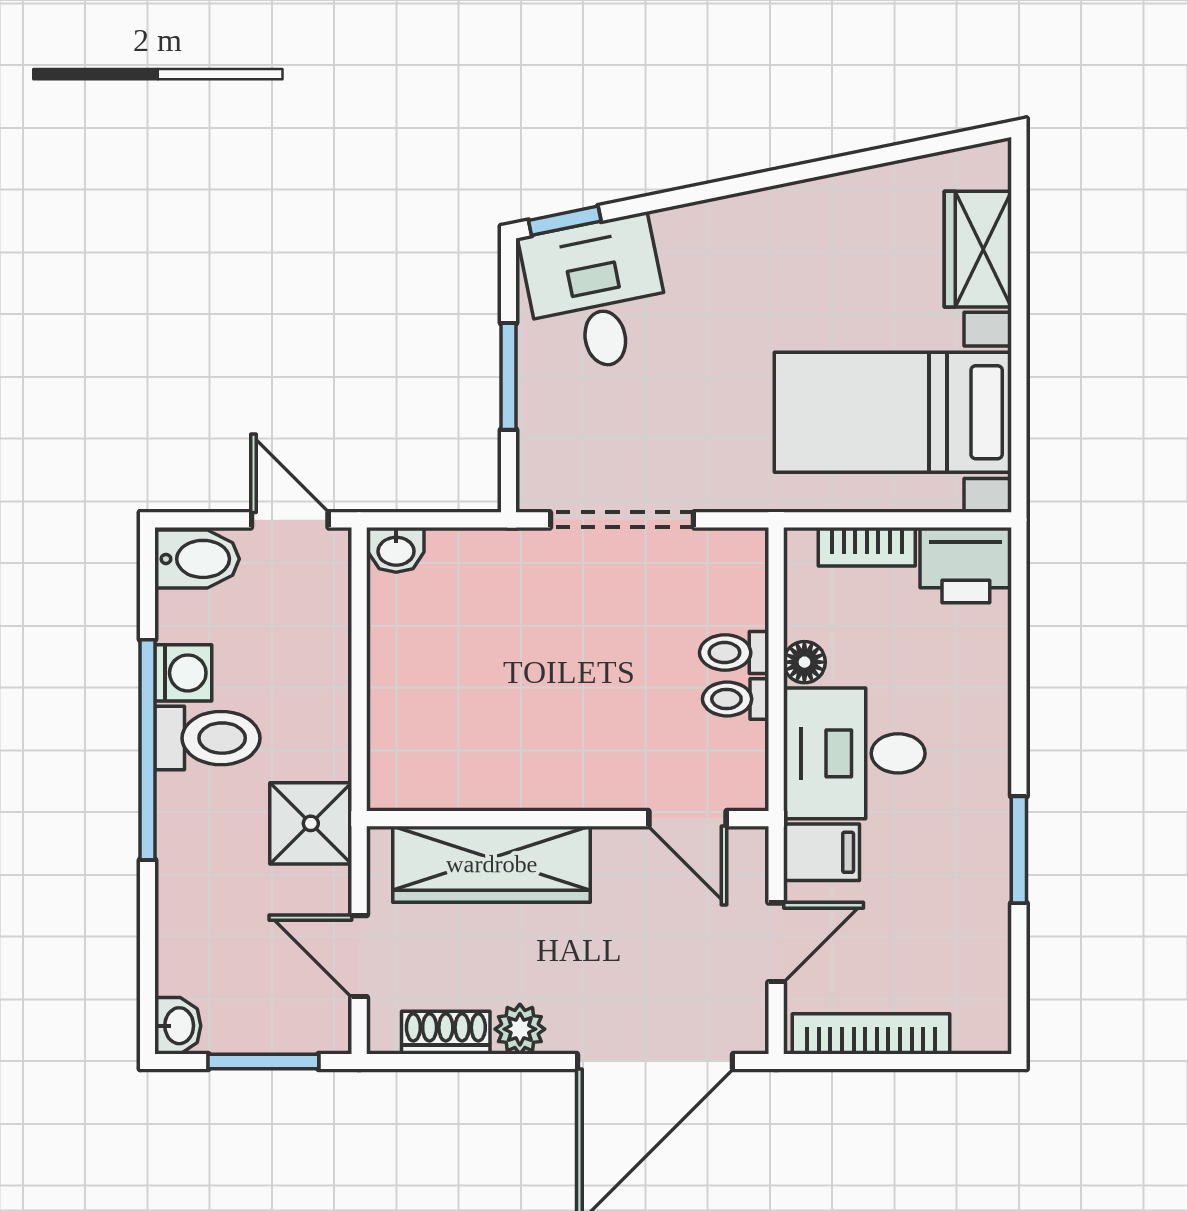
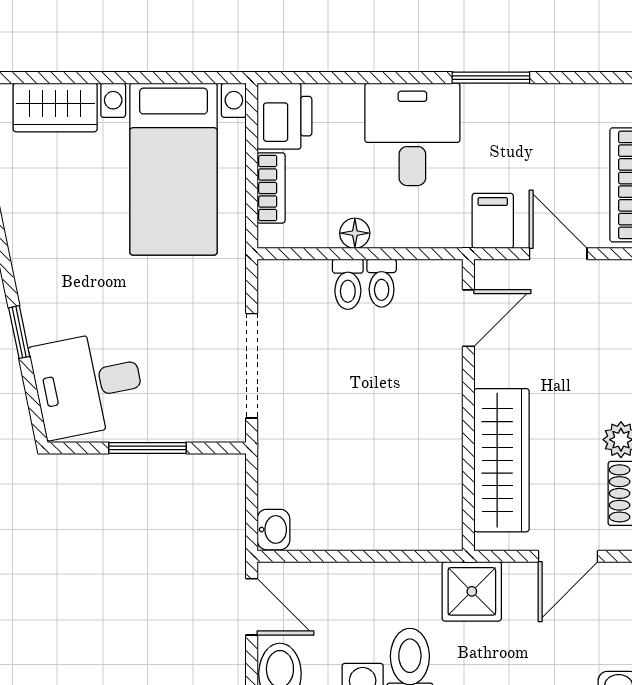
window: (565, 221) -> (19, 332), moved
door: (290, 520) -> (252, 607), swing flipped
desk: (854, 753) -> (412, 134), moved, turned 180

